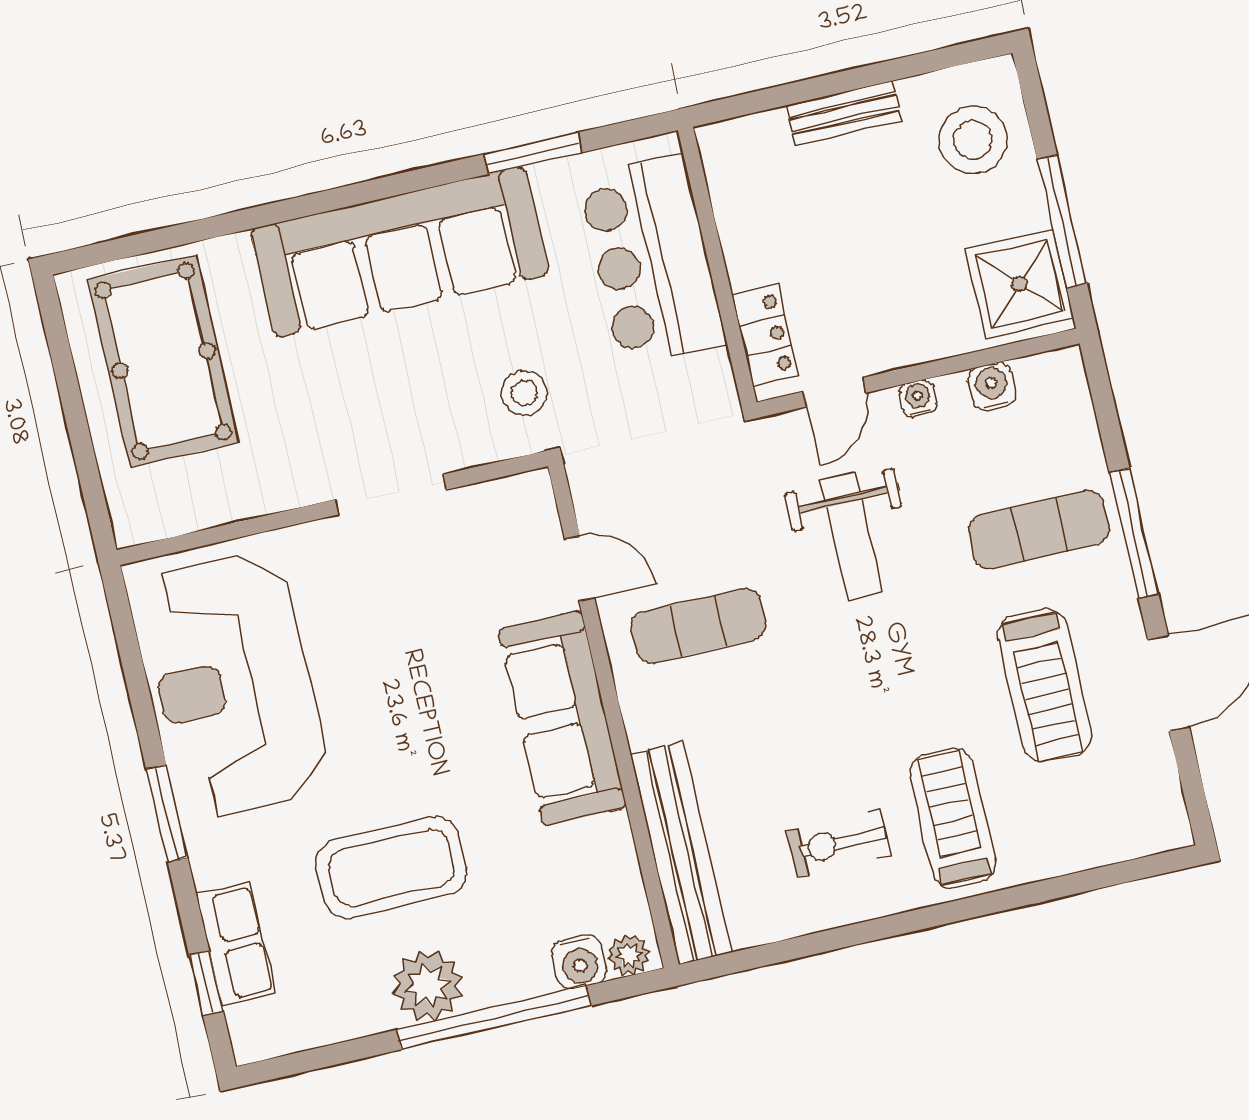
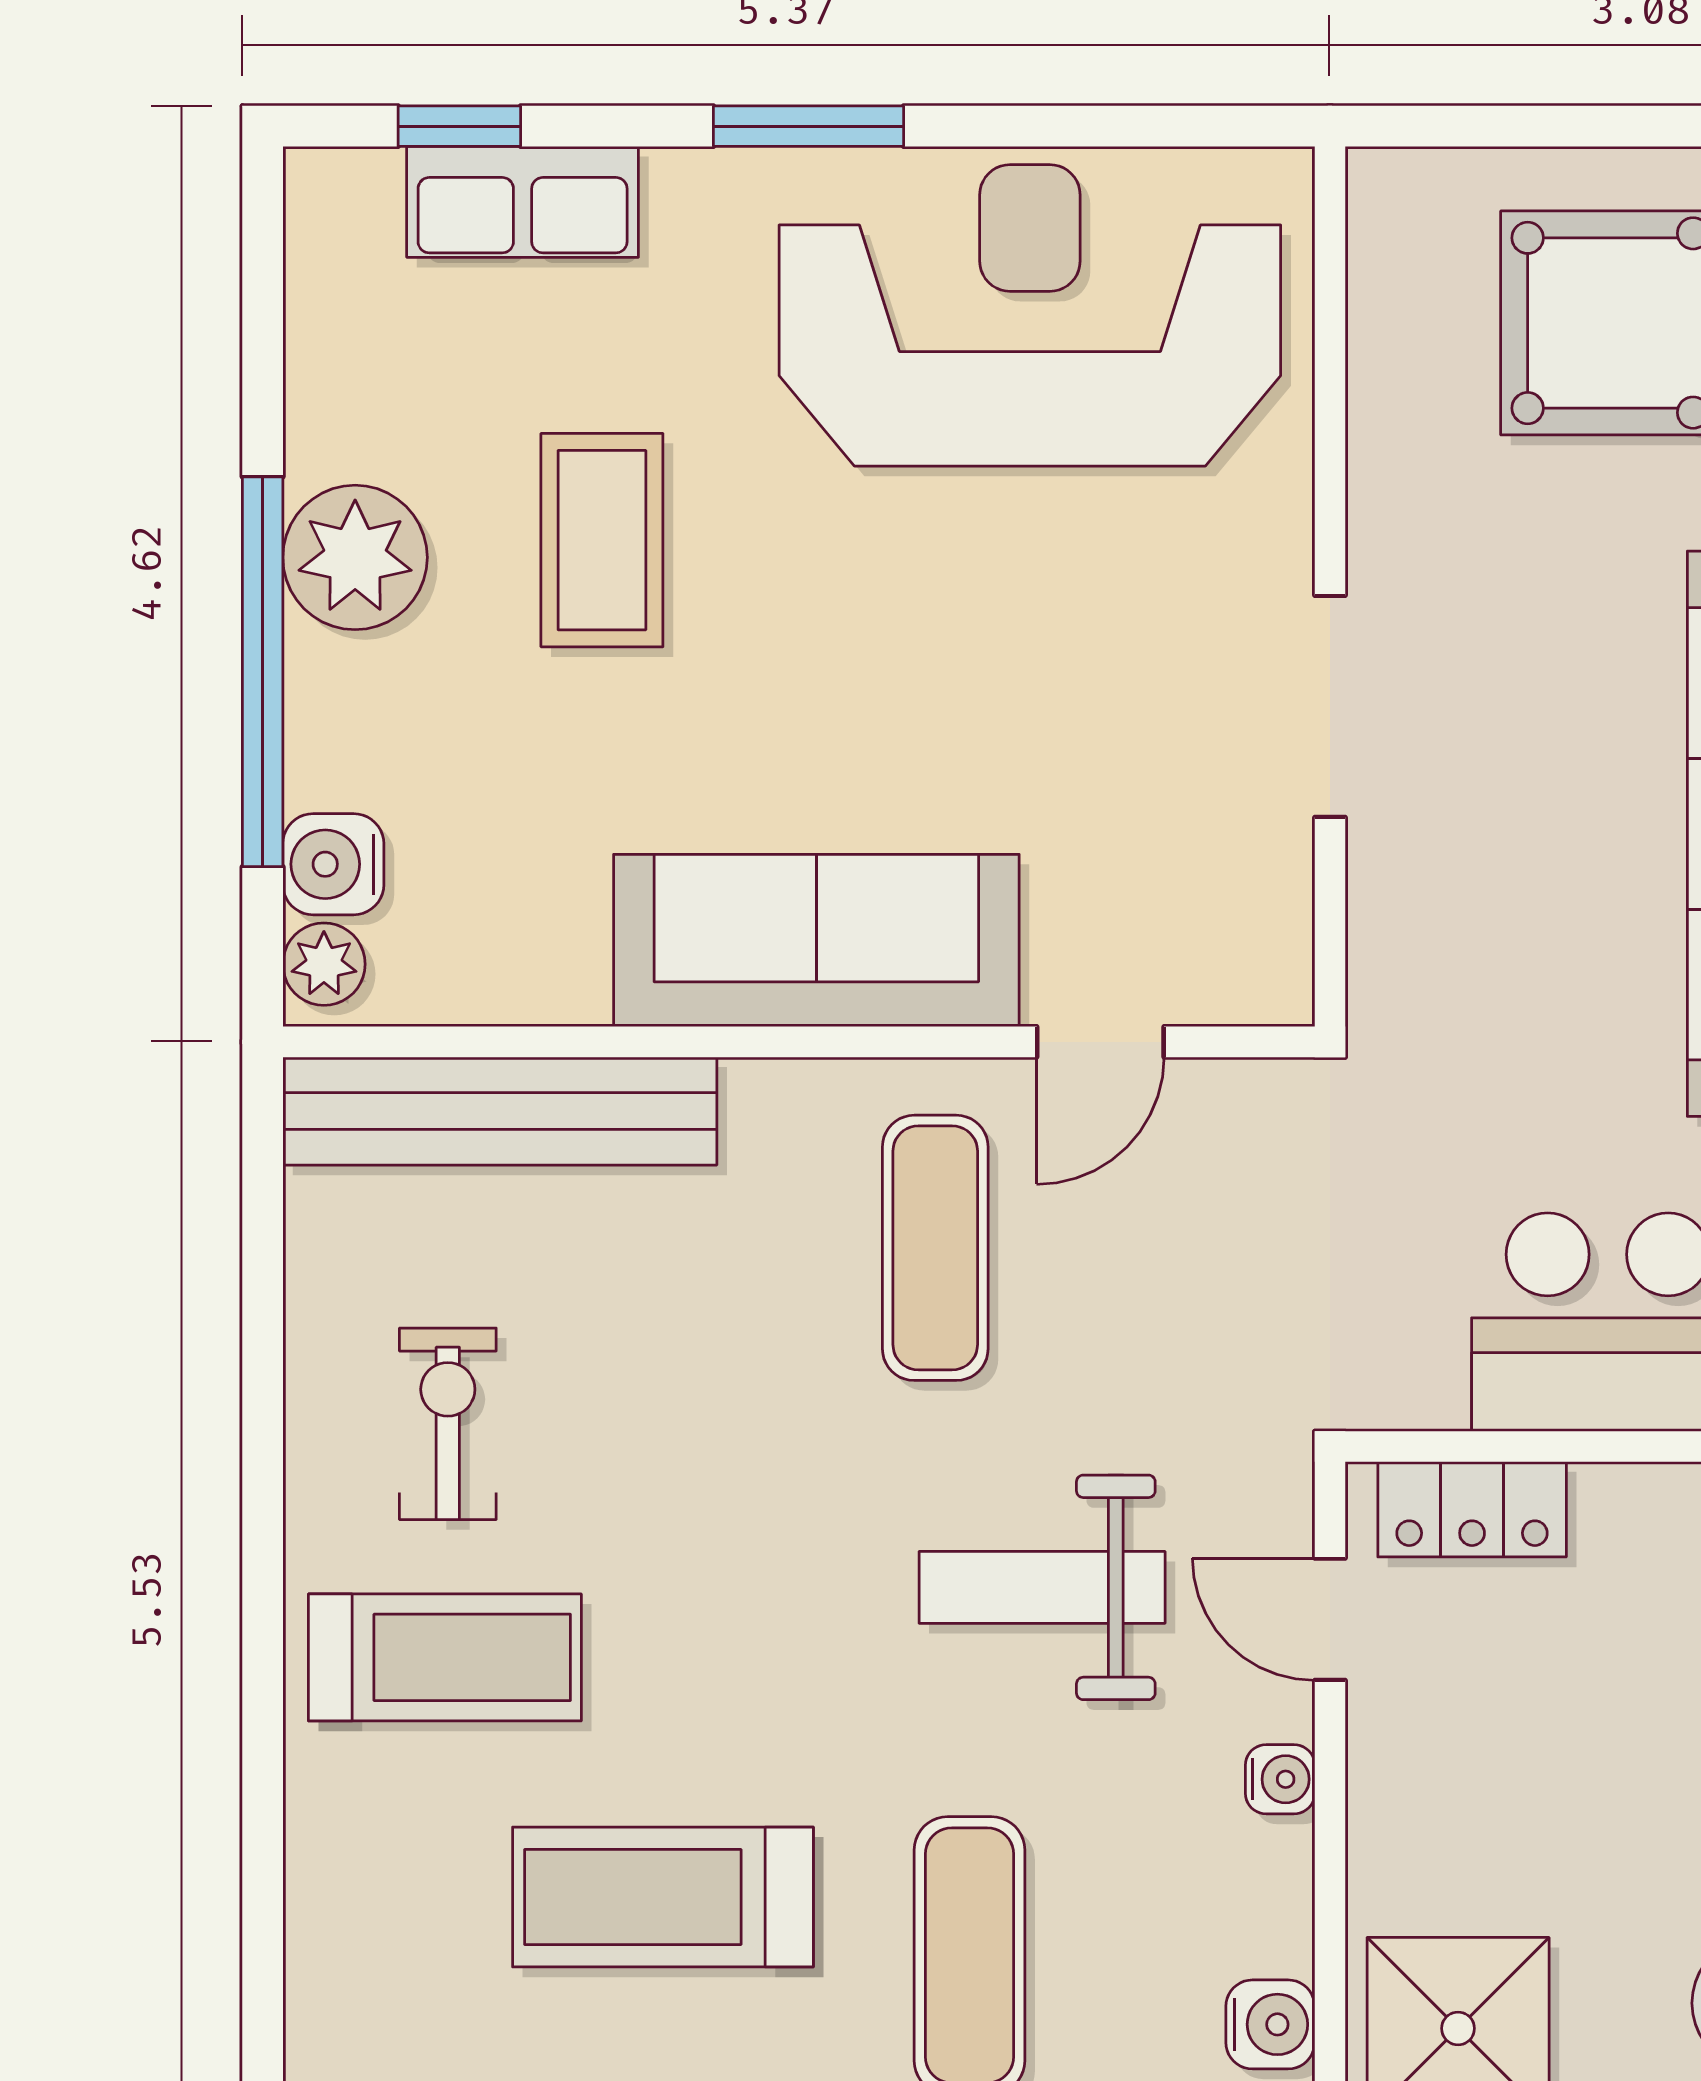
water cooler: (992, 386) -> (1270, 2024), moved
stool: (524, 393) -> (1468, 1013), removed
coffee table: (392, 867) -> (602, 540), width x0.73, depth x0.76

